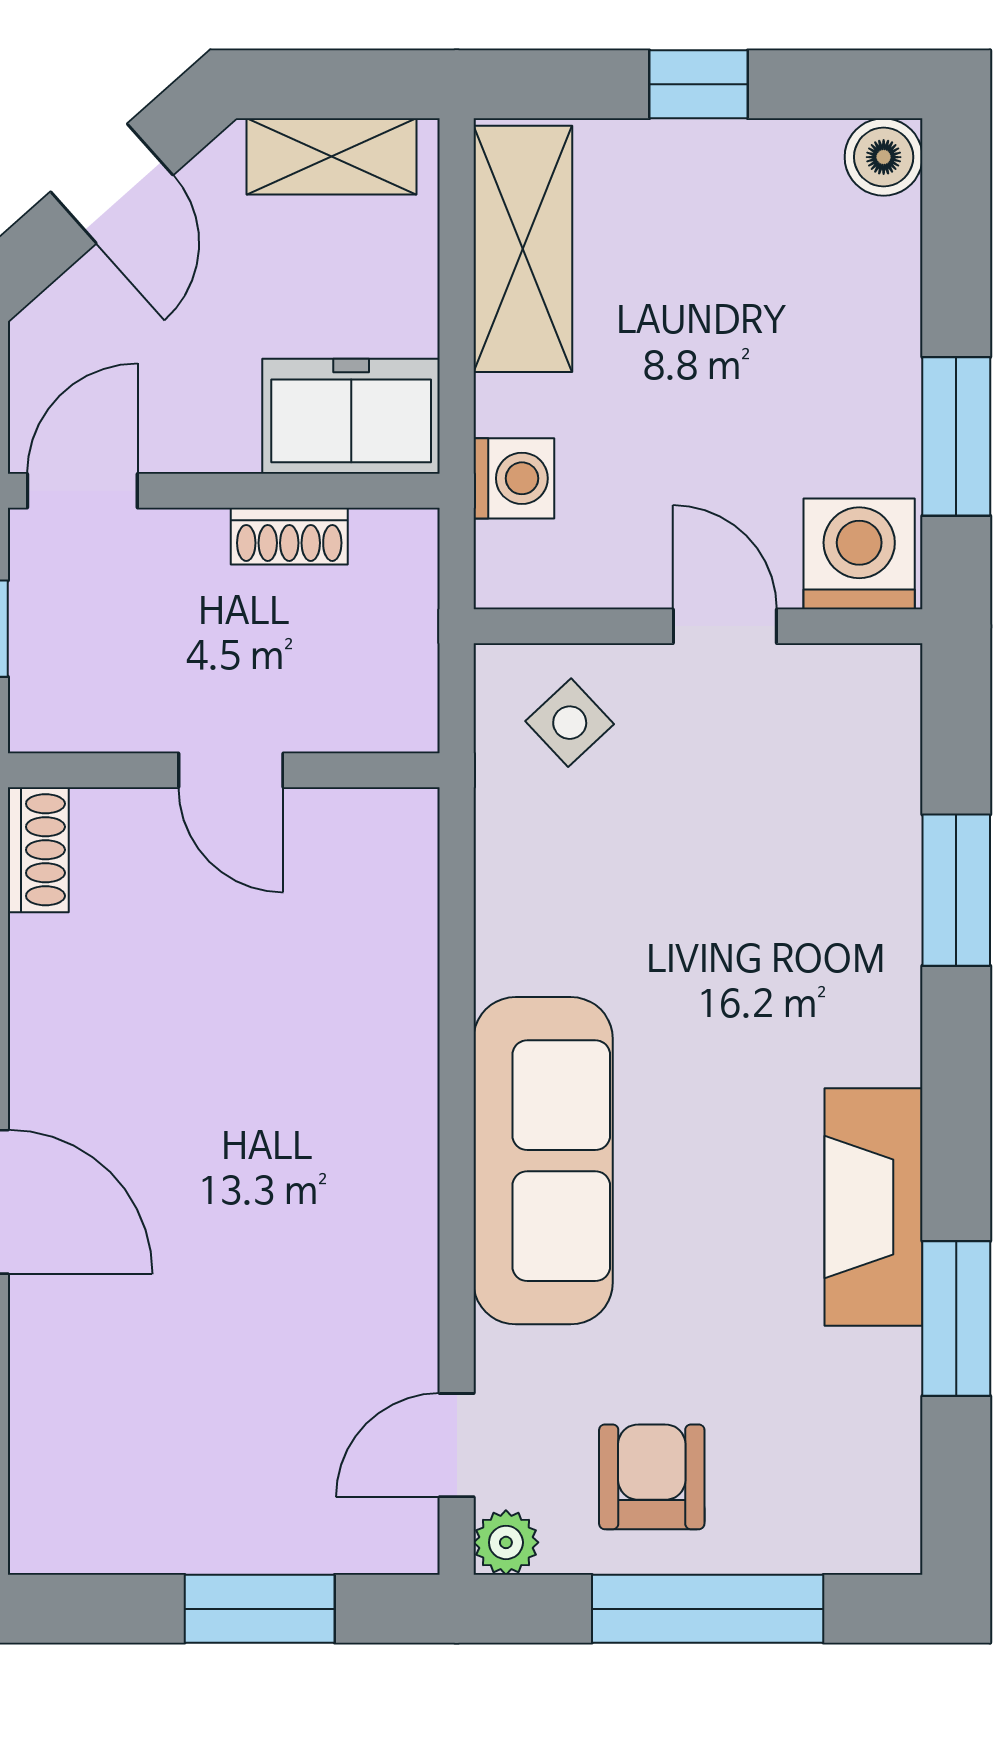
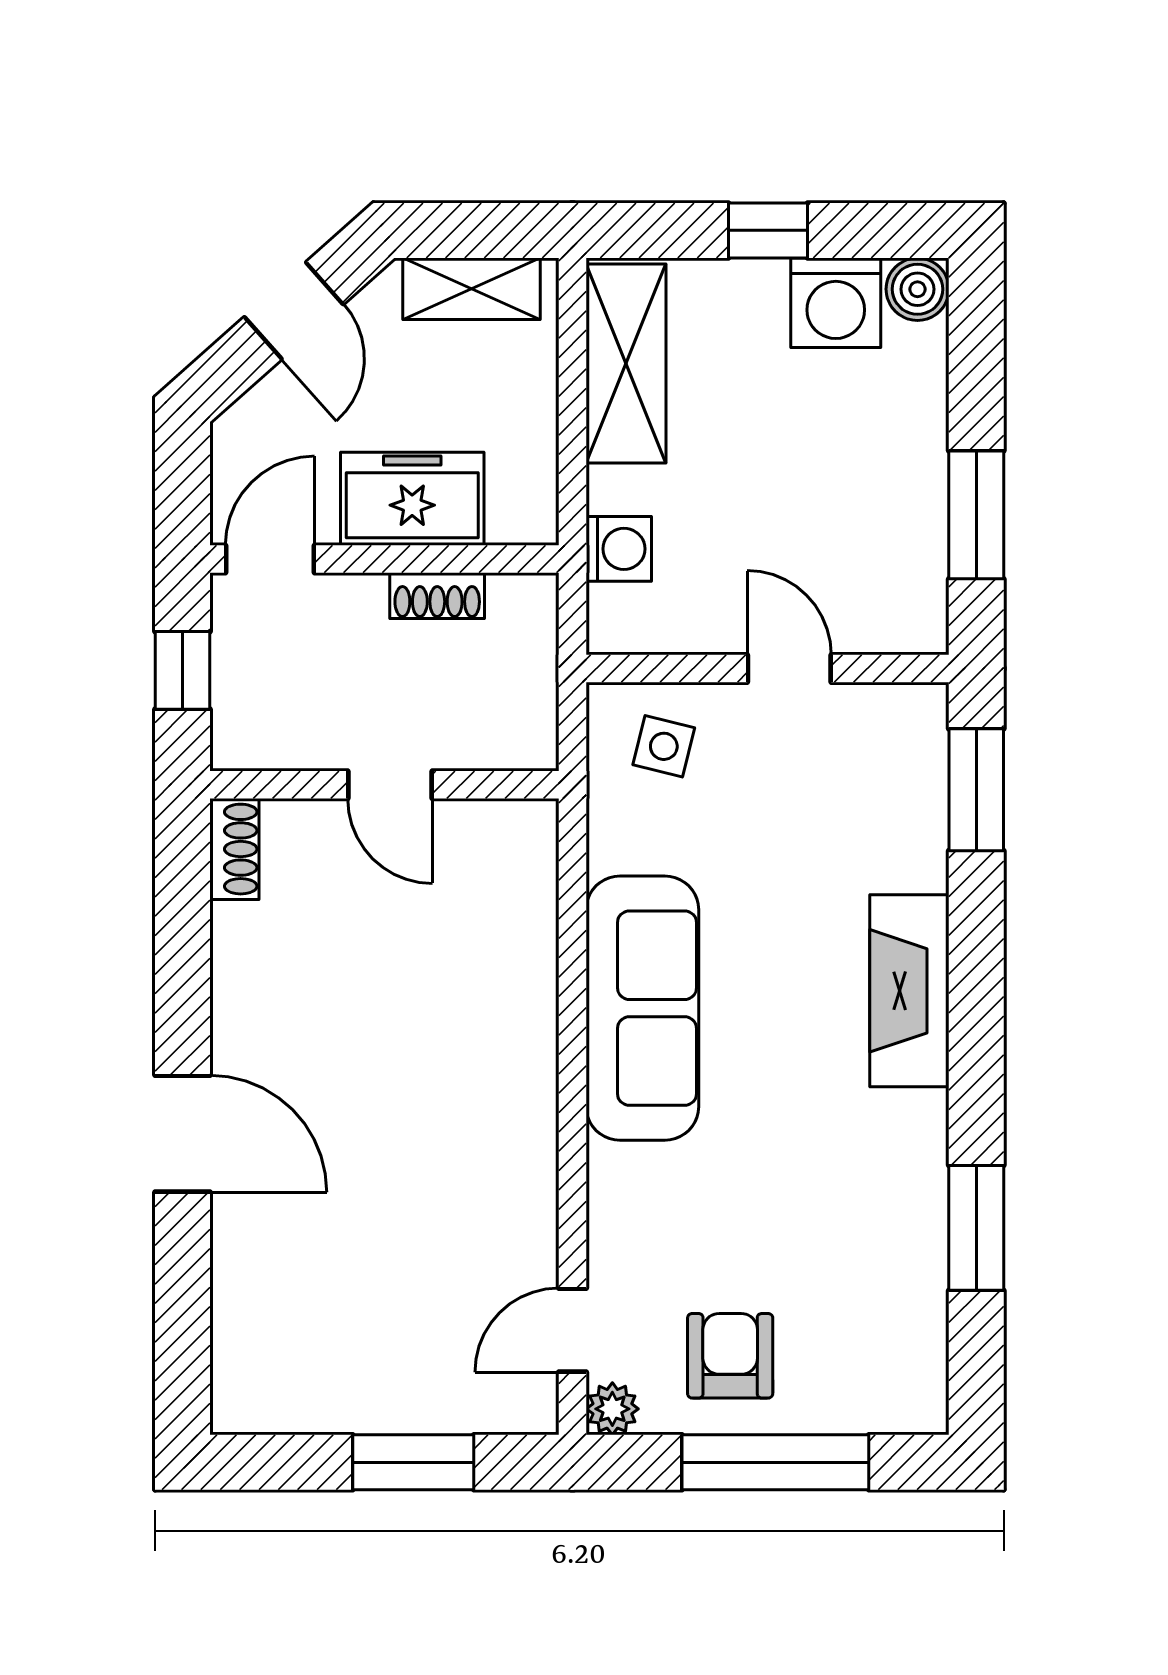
freezer: (351, 416) -> (412, 499), moved
washing machine: (859, 554) -> (836, 303), moved, turned 180
side table: (570, 723) -> (664, 746), turned -33
window: (956, 890) -> (976, 790), moved
sofa: (543, 1161) -> (642, 1008), moved
fireplace: (874, 1207) -> (909, 991), moved

